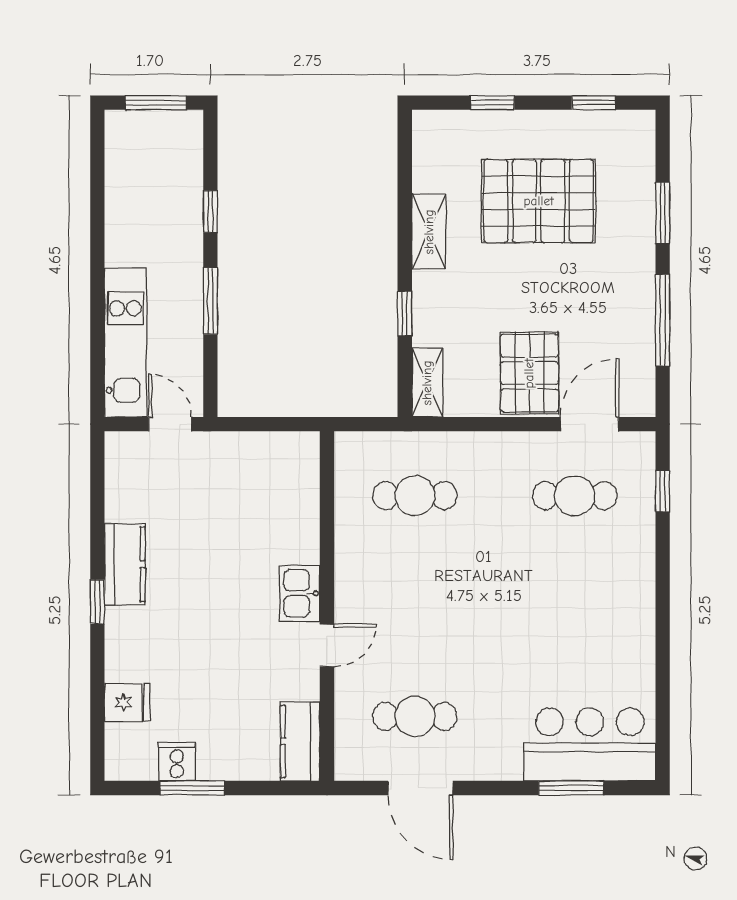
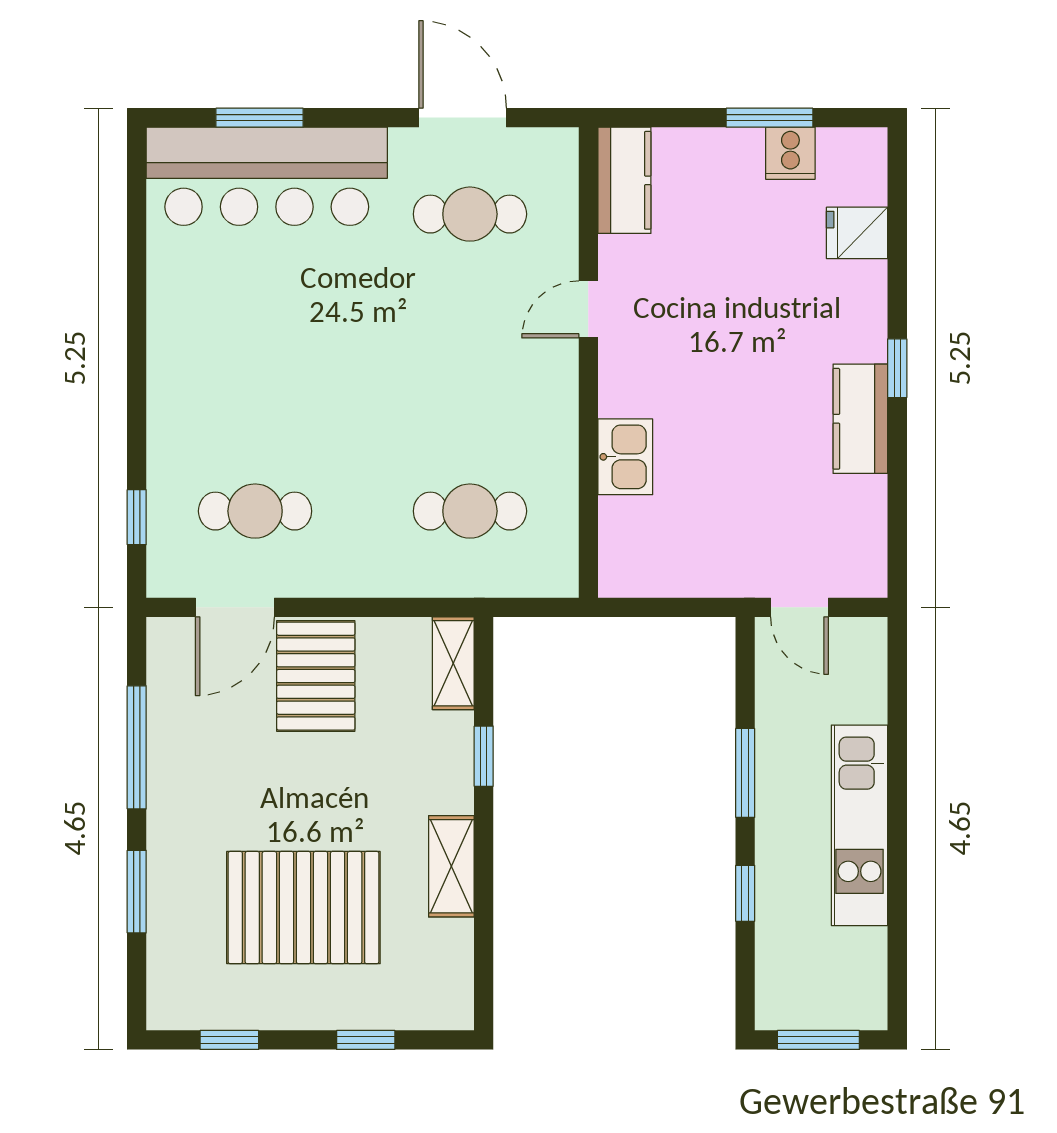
kitchen unit: (125, 343) -> (860, 825), moved
kitchen sink: (300, 593) -> (625, 457), moved
bar counter: (590, 744) -> (267, 176), width x1.36

